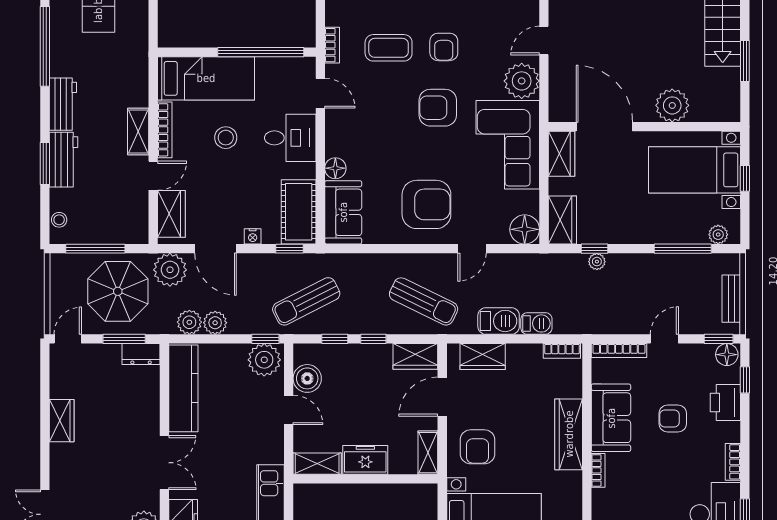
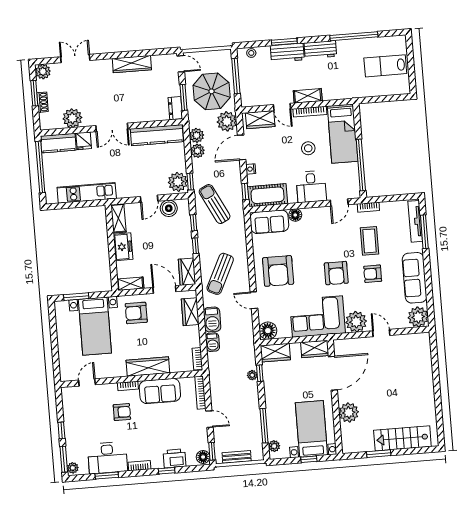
armchair: (438, 108) -> (336, 273), turned 180
window: (745, 380) -> (167, 471), moved
armchair: (673, 418) -> (122, 412), moved, turned 90
wardrobe: (62, 421) -> (132, 64), width x1.50

